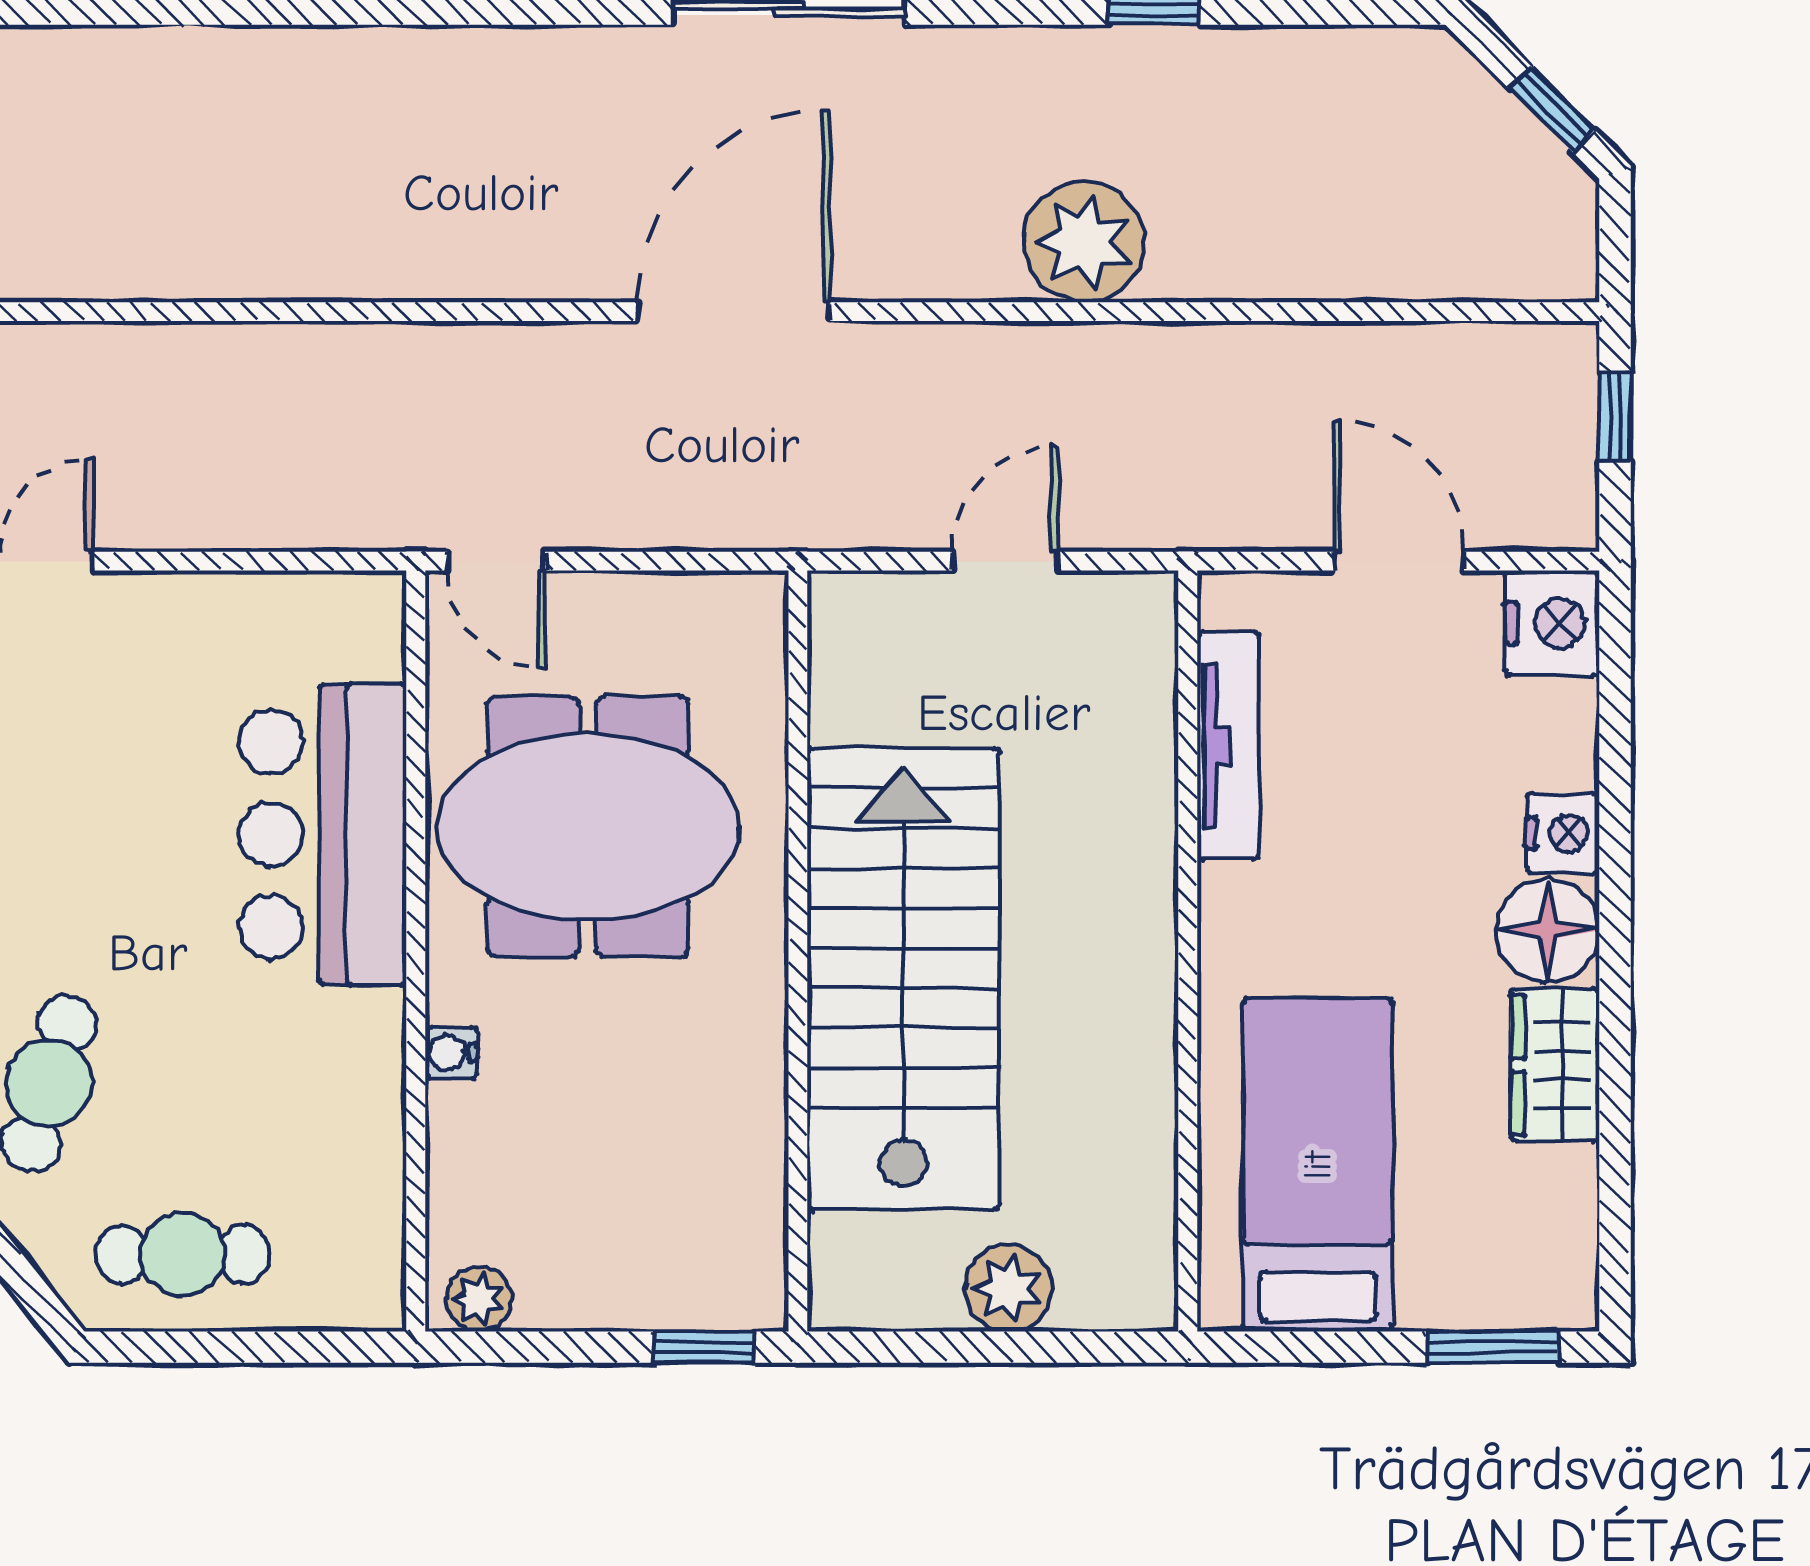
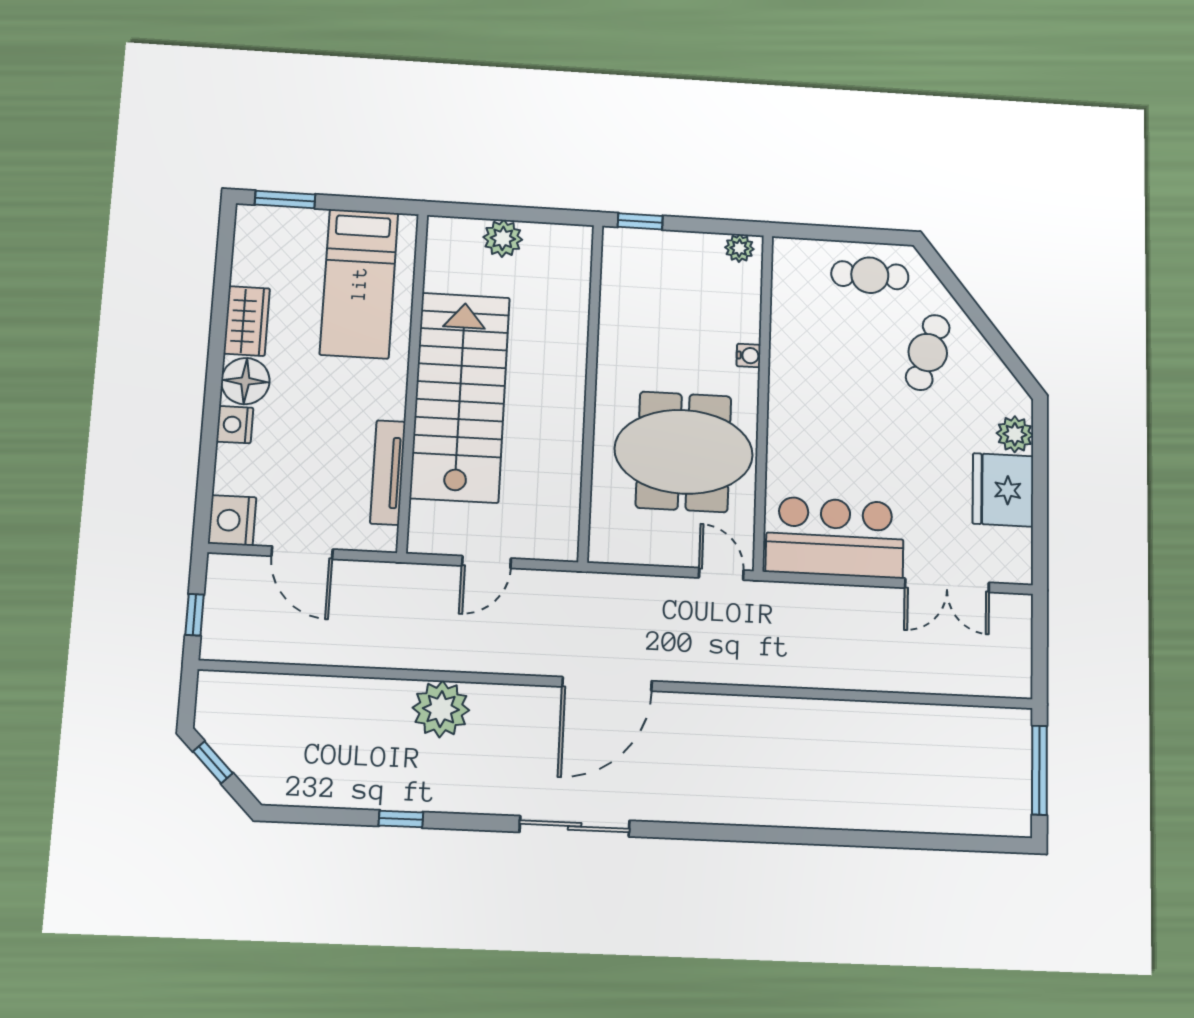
bar counter: (323, 834) -> (835, 537), moved, turned -90
stairs: (903, 979) -> (460, 397), moved, turned 180

